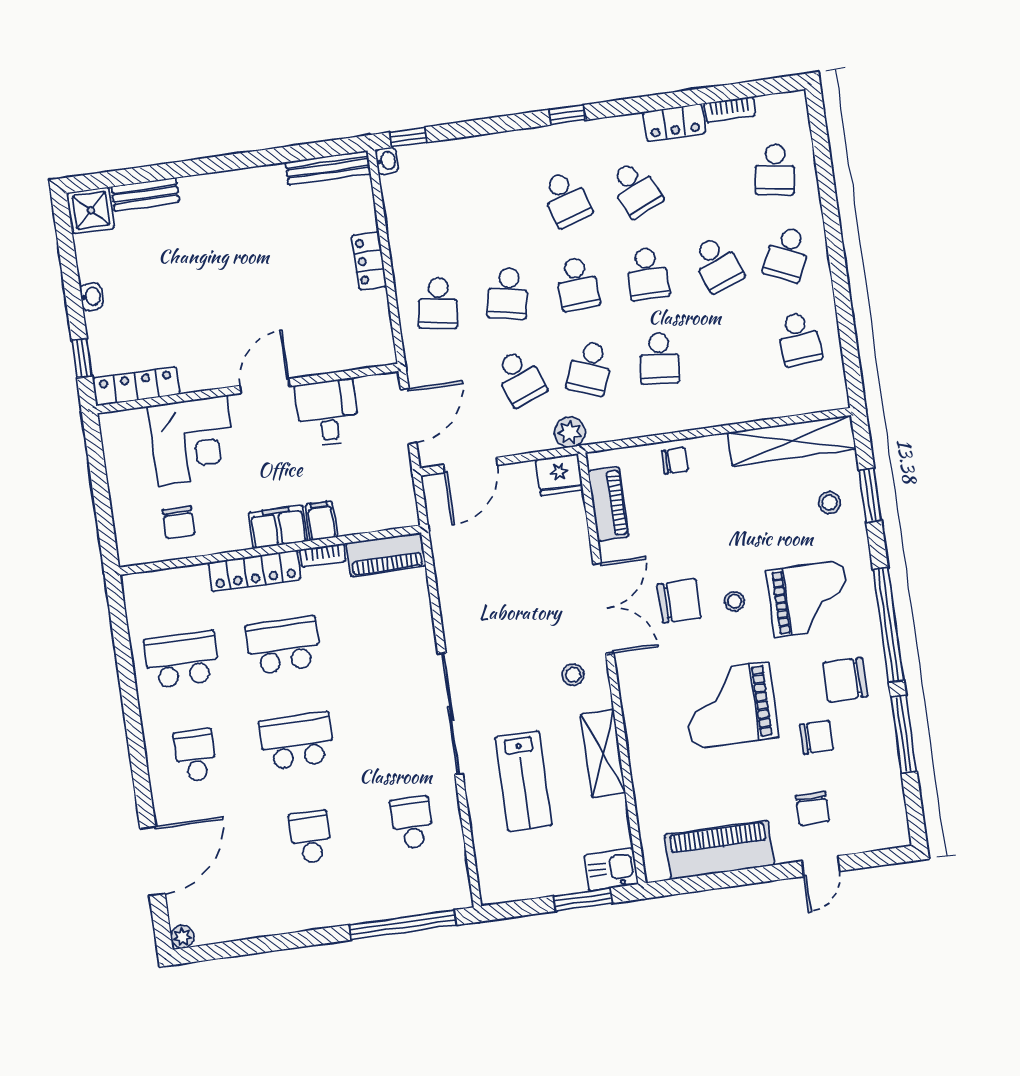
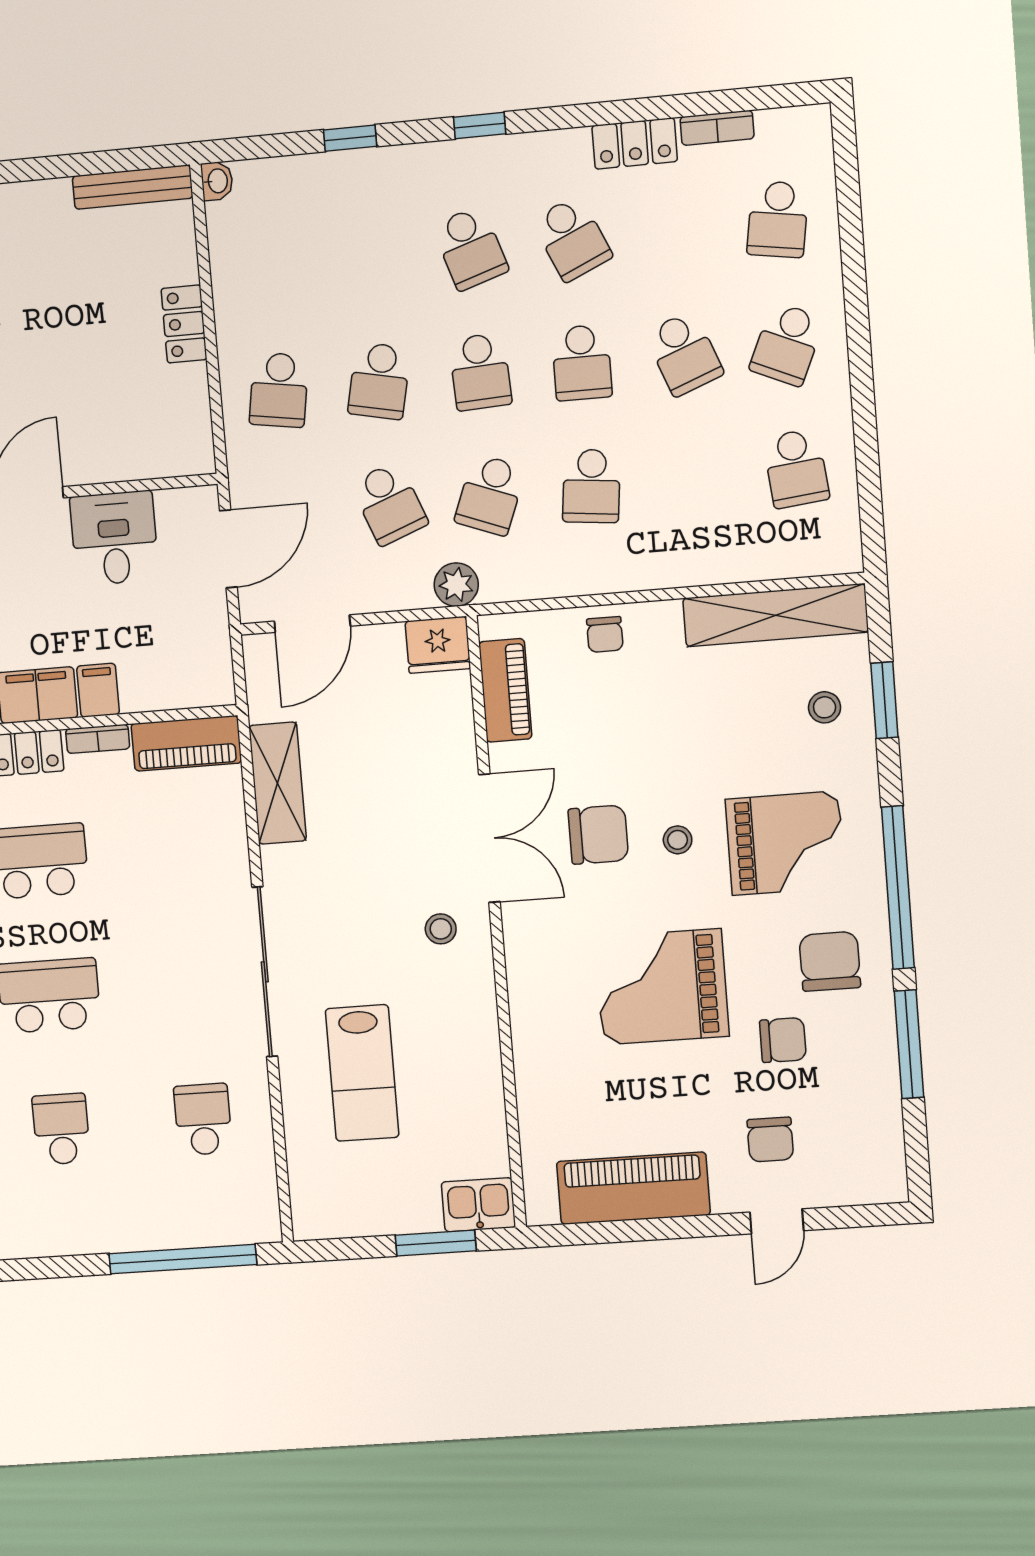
window: (408, 137) -> (350, 138), moved
chair: (675, 461) -> (605, 634), turned 90
chair: (845, 680) -> (830, 961), turned 90
shelving: (603, 754) -> (278, 783), moved

